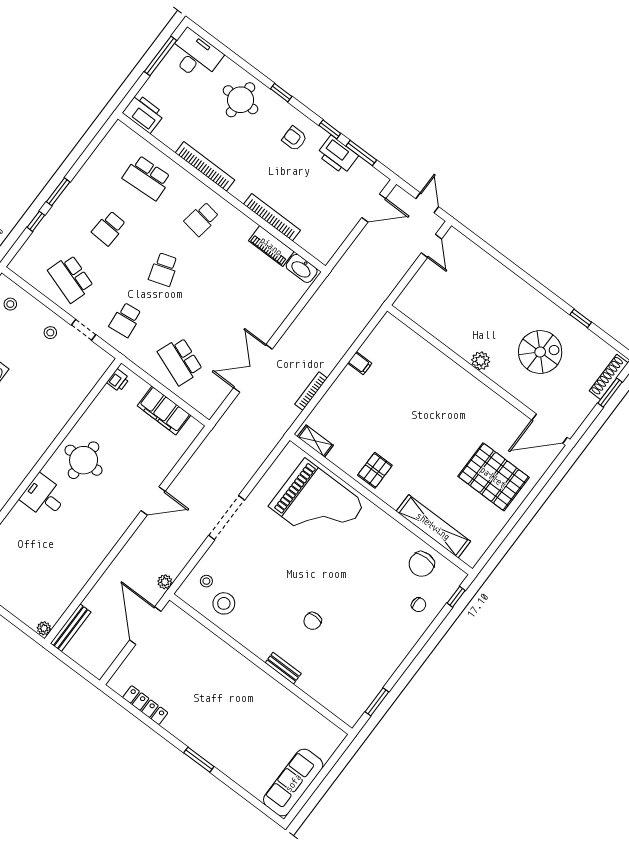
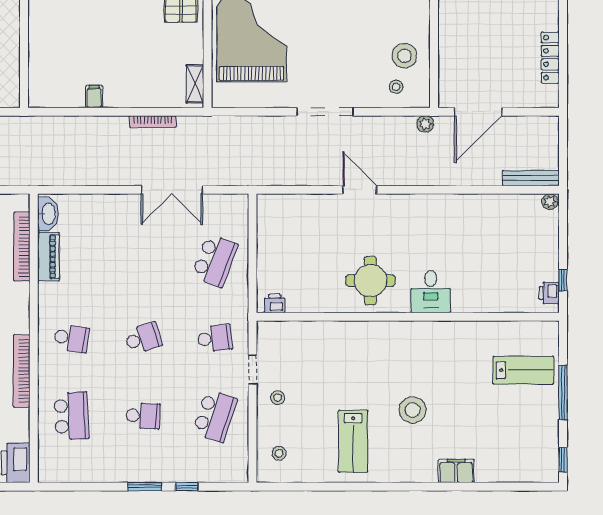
bookcase: (272, 217) -> (22, 247), moved
filing cabinet: (164, 410) -> (271, 242), removed

